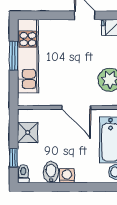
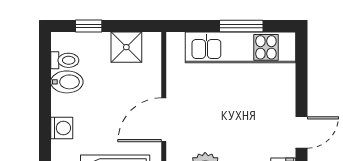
toilet: (23, 174) -> (65, 60), moved
washing machine: (67, 176) -> (62, 128), moved

